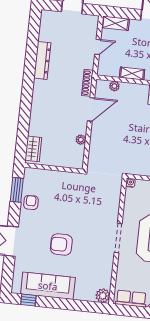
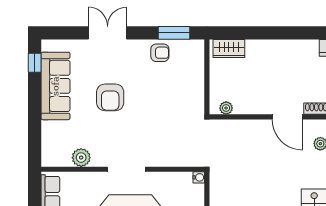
plant: (81, 140) -> (226, 108), moved
armchair: (61, 244) -> (110, 97), turned 180
plant: (103, 296) -> (81, 158), moved

